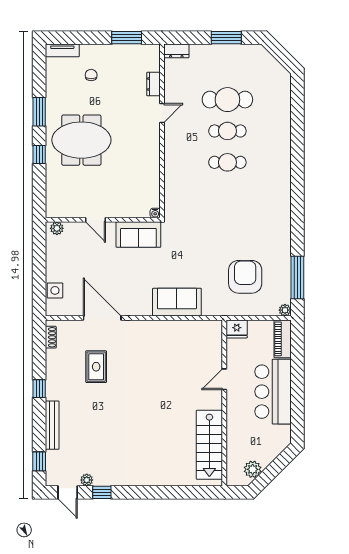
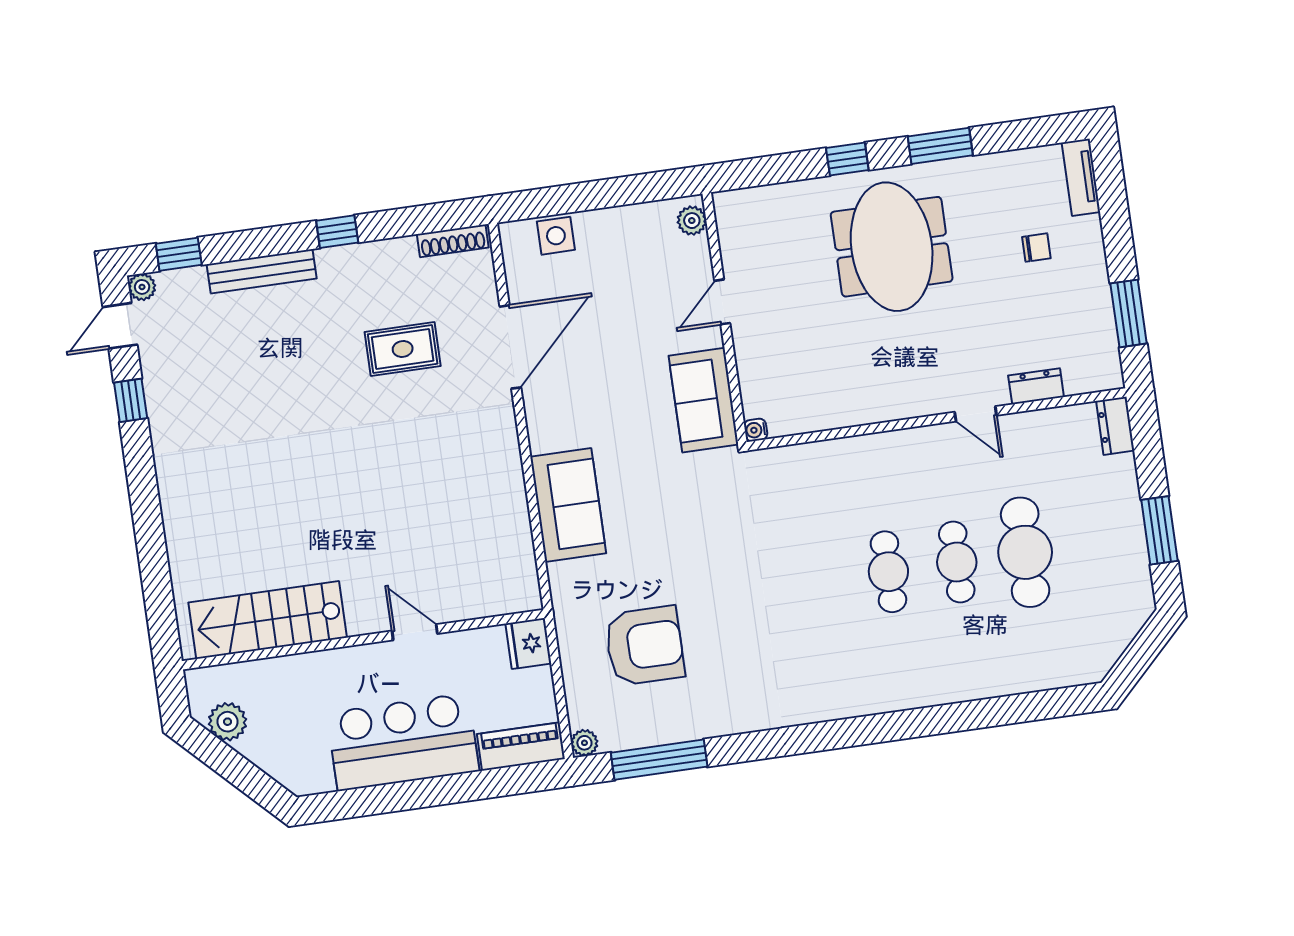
shoe rack: (51, 337) -> (453, 241), width x1.43
plant: (87, 480) -> (142, 287), moved

